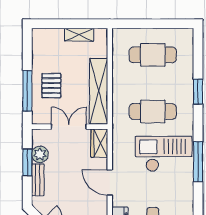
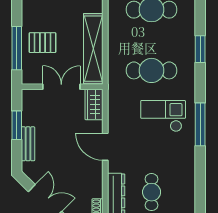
pallet: (51, 86) -> (43, 43), turned 90
plant: (40, 154) -> (30, 117), removed
checkout: (164, 154) -> (163, 116), width x0.73, depth x0.83

